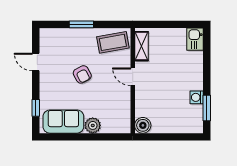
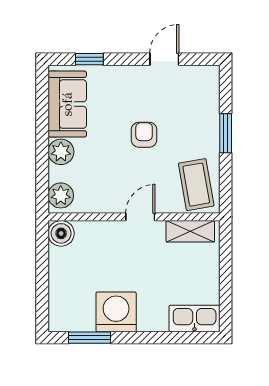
kitchen sink: (195, 39) -> (195, 318), width x1.38
armchair: (82, 74) -> (144, 135), turned 118
washing machine: (197, 97) -> (116, 312), width x1.89, depth x1.89
plant: (120, 126) -> (61, 195), added

